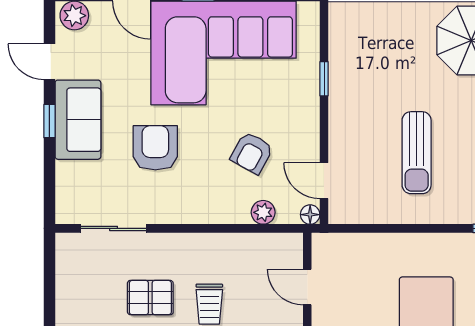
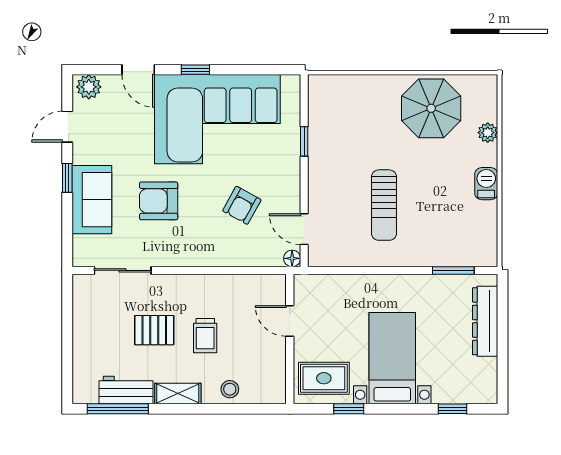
door: (49, 62) -> (67, 127), hinge flipped
sofa: (78, 120) -> (92, 200), moved
armchair: (155, 148) -> (159, 201), turned -90
plant: (263, 212) -> (252, 257), removed

